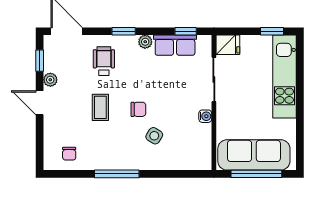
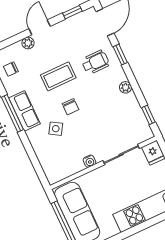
window: (124, 31) -> (120, 55), moved
row of seats: (175, 45) -> (24, 111), moved, turned 180
plant: (50, 80) -> (28, 43), moved
coffee table: (100, 107) -> (58, 76), width x1.36, depth x1.30

